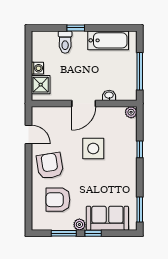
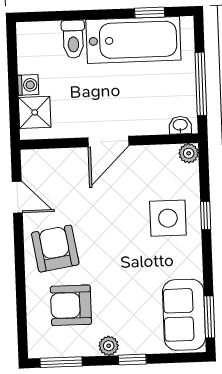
window: (76, 28) -> (150, 13), moved
bathtub: (108, 40) -> (133, 40), width x1.36, depth x1.36
washbasin: (109, 95) -> (180, 125), moved
side table: (93, 148) -> (168, 218), moved
sofa: (107, 218) -> (184, 315), moved, turned -90
window: (64, 233) -> (61, 362), moved

